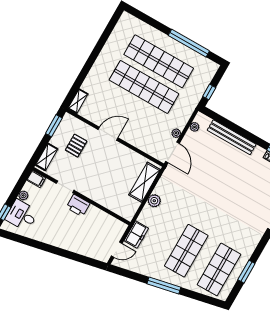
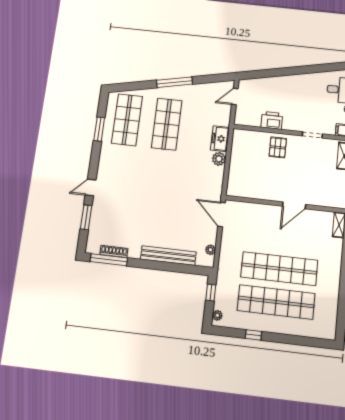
window: (189, 43) -> (253, 335), width x0.32
plant: (176, 133) -> (217, 315), moved
pallet: (76, 146) -> (278, 147), moved
shelving: (145, 182) -> (236, 173), removed
printer: (78, 205) -> (272, 120), moved
freezer: (136, 234) -> (220, 139), moved

